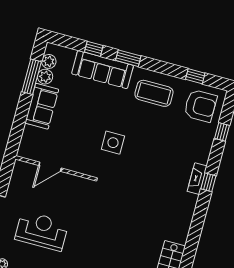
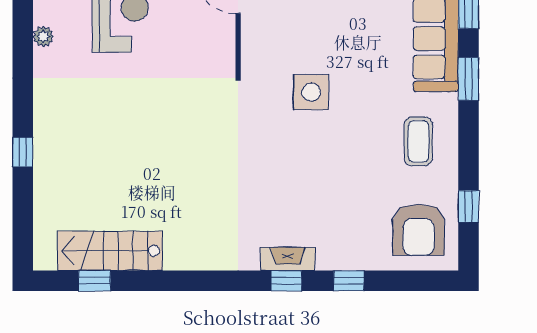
coffee table: (154, 93) -> (418, 141), width x0.73, depth x0.76
window: (222, 132) -> (349, 281), moved

